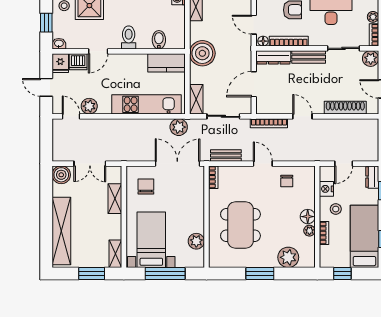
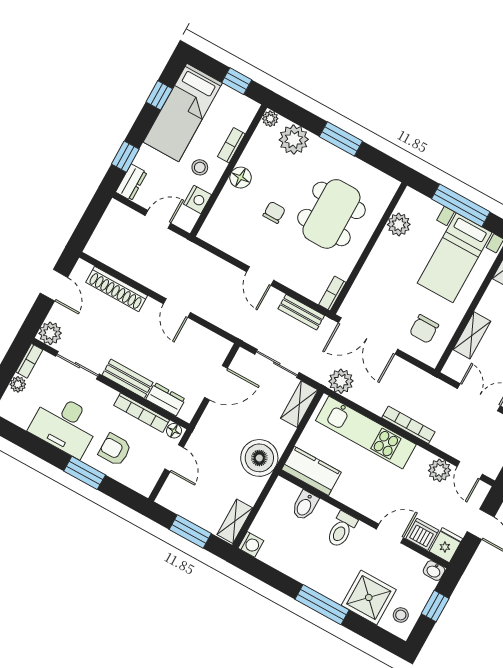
dresser: (273, 57) -> (166, 399), width x0.70
bookcase: (269, 123) -> (408, 425), moved
chair: (287, 181) -> (274, 212), moved
plant: (309, 231) -> (270, 119), moved

